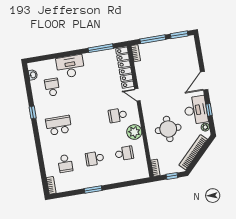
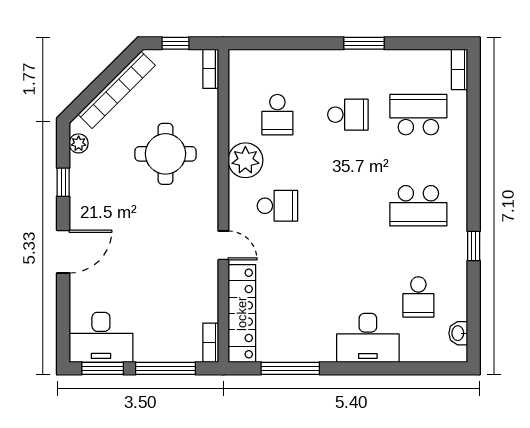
desk: (196, 110) -> (101, 337), moved, turned -90
school desk: (124, 153) -> (277, 115), turned -90
school desk: (65, 163) -> (418, 115), width x1.85

